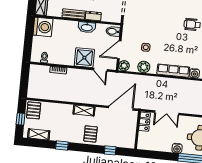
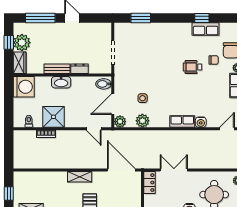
washbasin: (87, 27) -> (61, 82), moved
shower: (84, 58) -> (53, 117), moved
row of seats: (173, 71) -> (182, 121), width x0.68
door: (121, 108) -> (121, 170), hinge flipped
pallet: (34, 110) -> (23, 182), removed
double door: (167, 113) -> (174, 170), swing flipped

